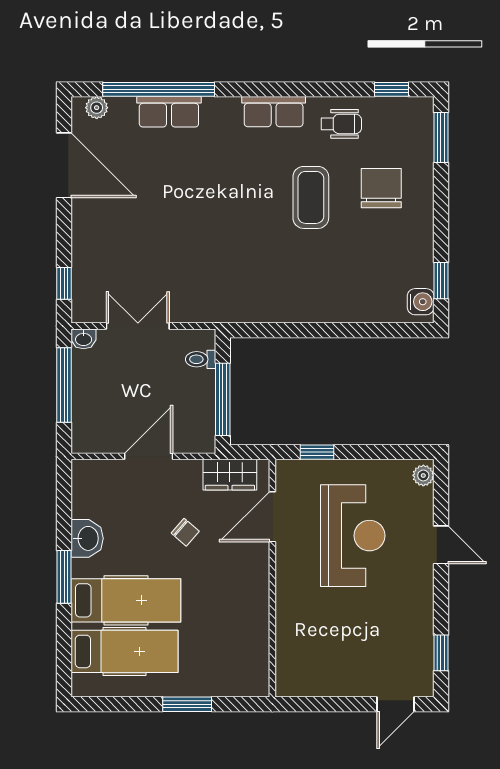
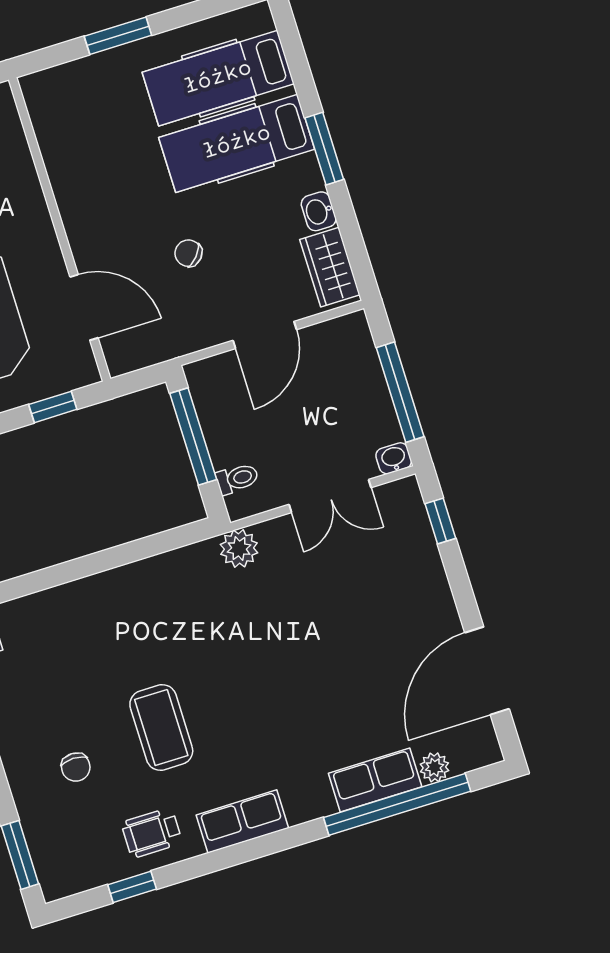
window: (392, 89) -> (132, 887), moved
plant: (97, 108) -> (434, 767), moved
door: (64, 165) -> (487, 671), hinge flipped
chair: (381, 188) -> (76, 767), width x0.54, depth x0.54
plant: (215, 309) -> (239, 549), added
wardrobe: (230, 475) -> (330, 267), moved, turned -90
door: (272, 517) -> (84, 307), hinge flipped
washbasin: (87, 538) -> (319, 211), width x0.72, depth x0.69

